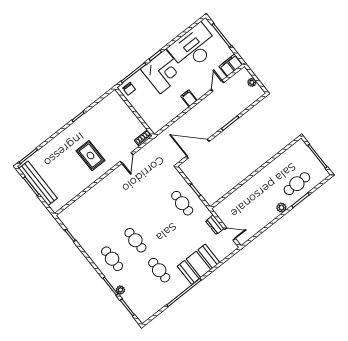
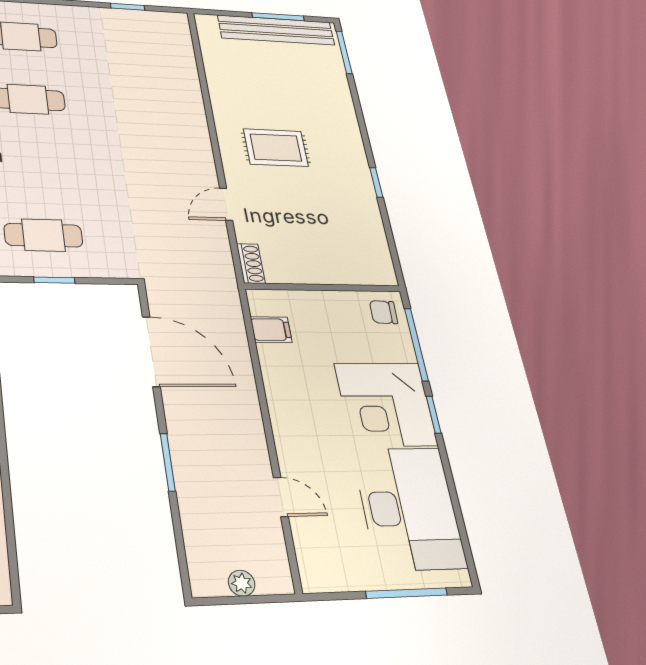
filing cabinet: (231, 65) -> (316, 563), removed
filing cabinet: (189, 98) -> (271, 330), moved
door: (198, 149) -> (151, 351), hinge flipped
door: (127, 158) -> (226, 204), hinge flipped

